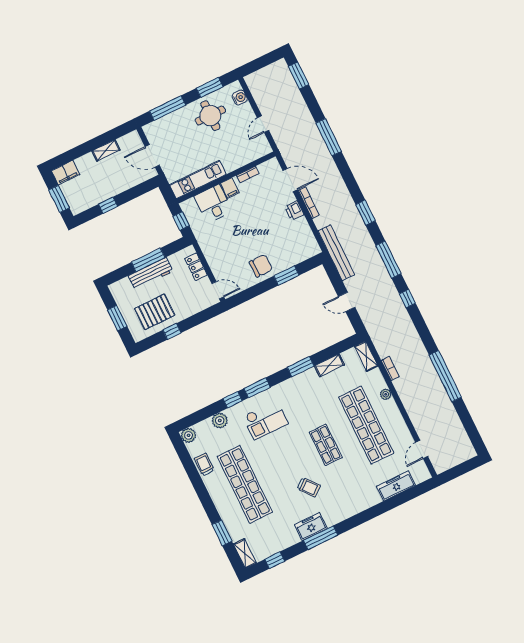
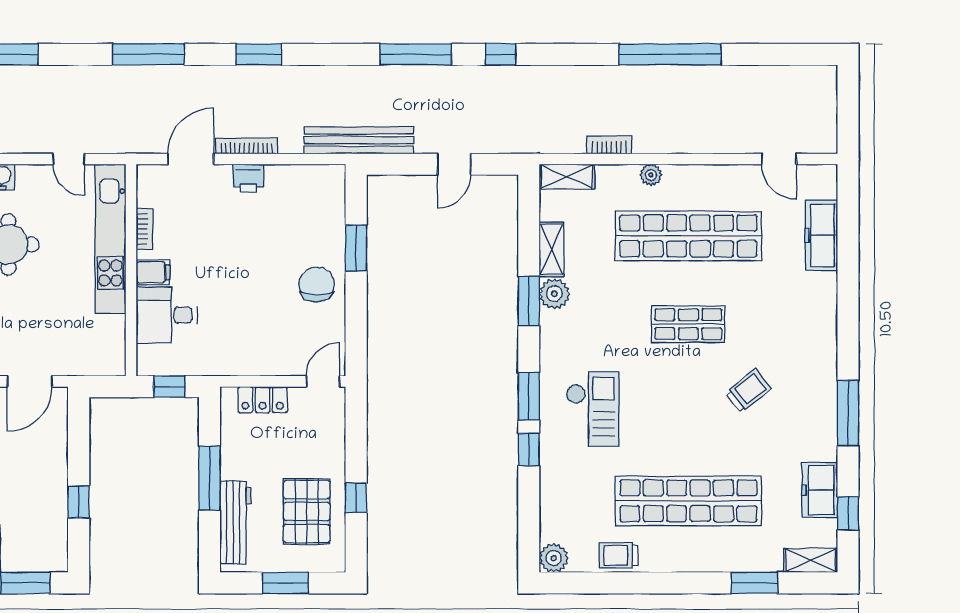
kitchen unit: (198, 180) -> (110, 239), moved, width x1.36
window: (365, 213) -> (259, 54), moved
workbench: (151, 274) -> (236, 523), moved
plant: (220, 421) -> (554, 294), moved
freezer: (311, 527) -> (820, 490), moved

